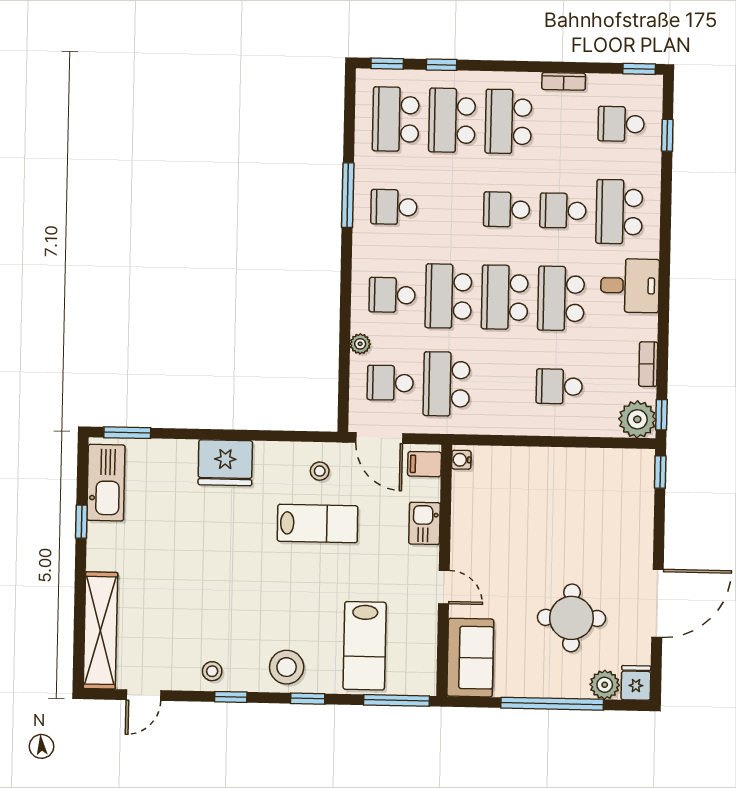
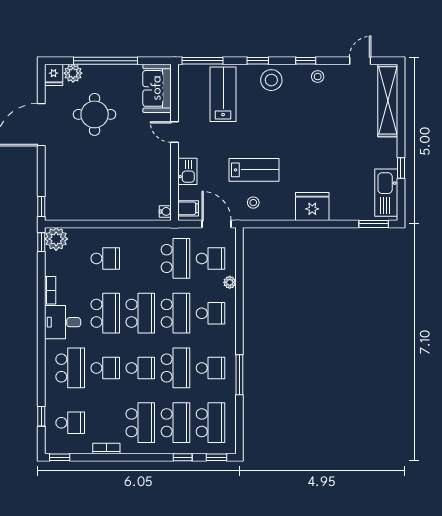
school desk: (450, 208) -> (175, 368), added
bookcase: (648, 364) -> (50, 290), moved
lab bench: (318, 524) -> (254, 170), turned 180

